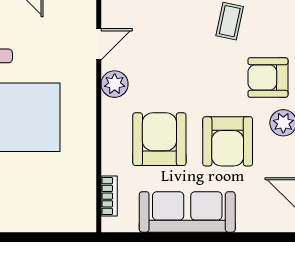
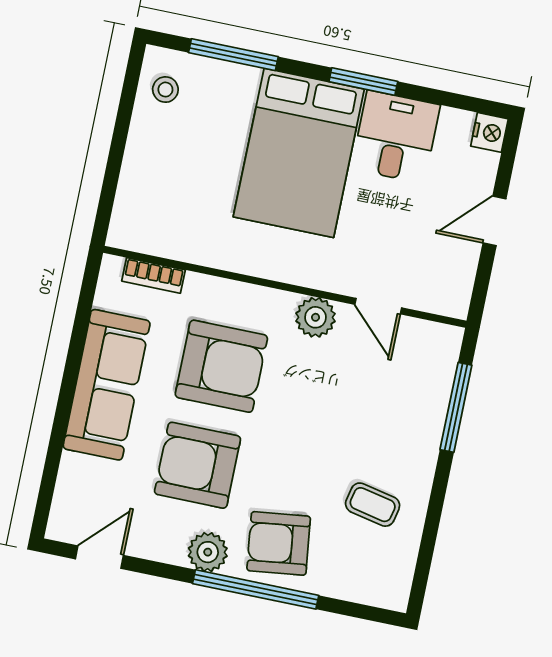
armchair: (268, 77) -> (279, 543), turned -97

